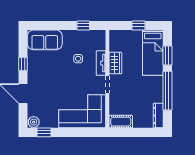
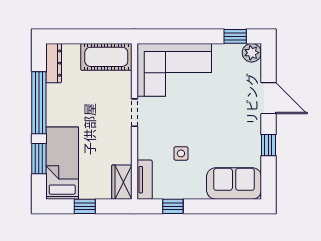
tv unit: (101, 63) -> (145, 180), moved
wardrobe: (115, 63) -> (122, 182), moved
cot: (121, 122) -> (106, 57), width x1.37, depth x1.34

